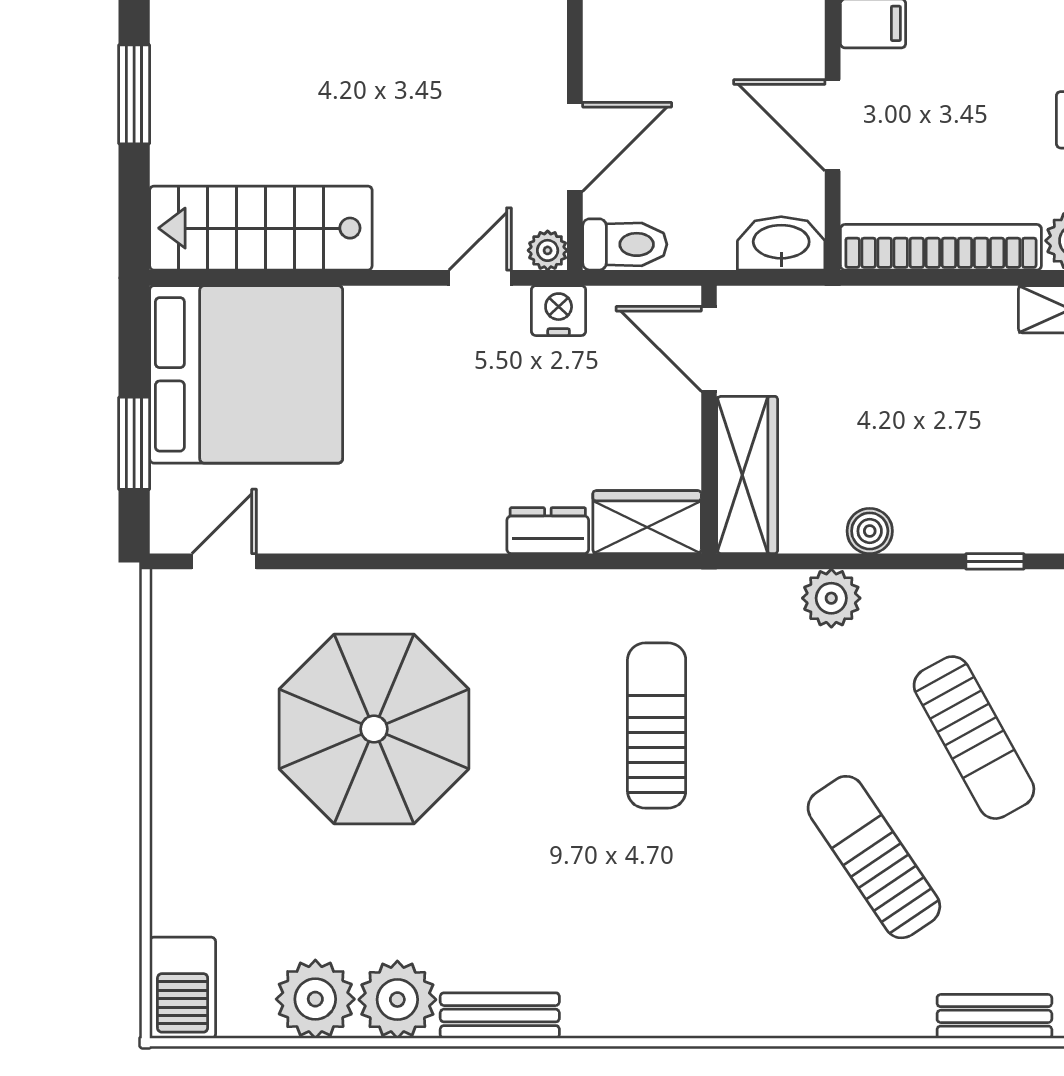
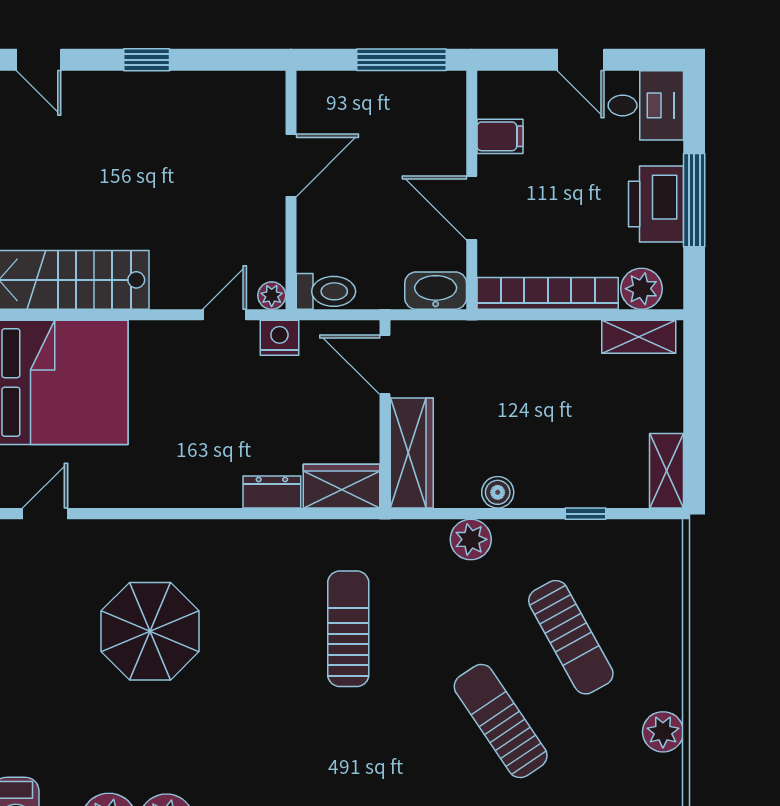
door: (575, 147) -> (291, 165), moved
parasol: (374, 729) -> (150, 631), width x0.73, depth x0.73

